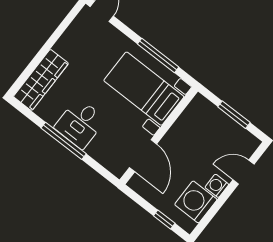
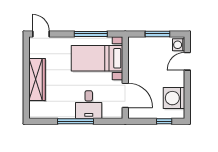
wardrobe: (41, 80) -> (37, 80), moved
desk: (80, 123) -> (89, 105), moved
washing machine: (217, 186) -> (179, 45), moved

